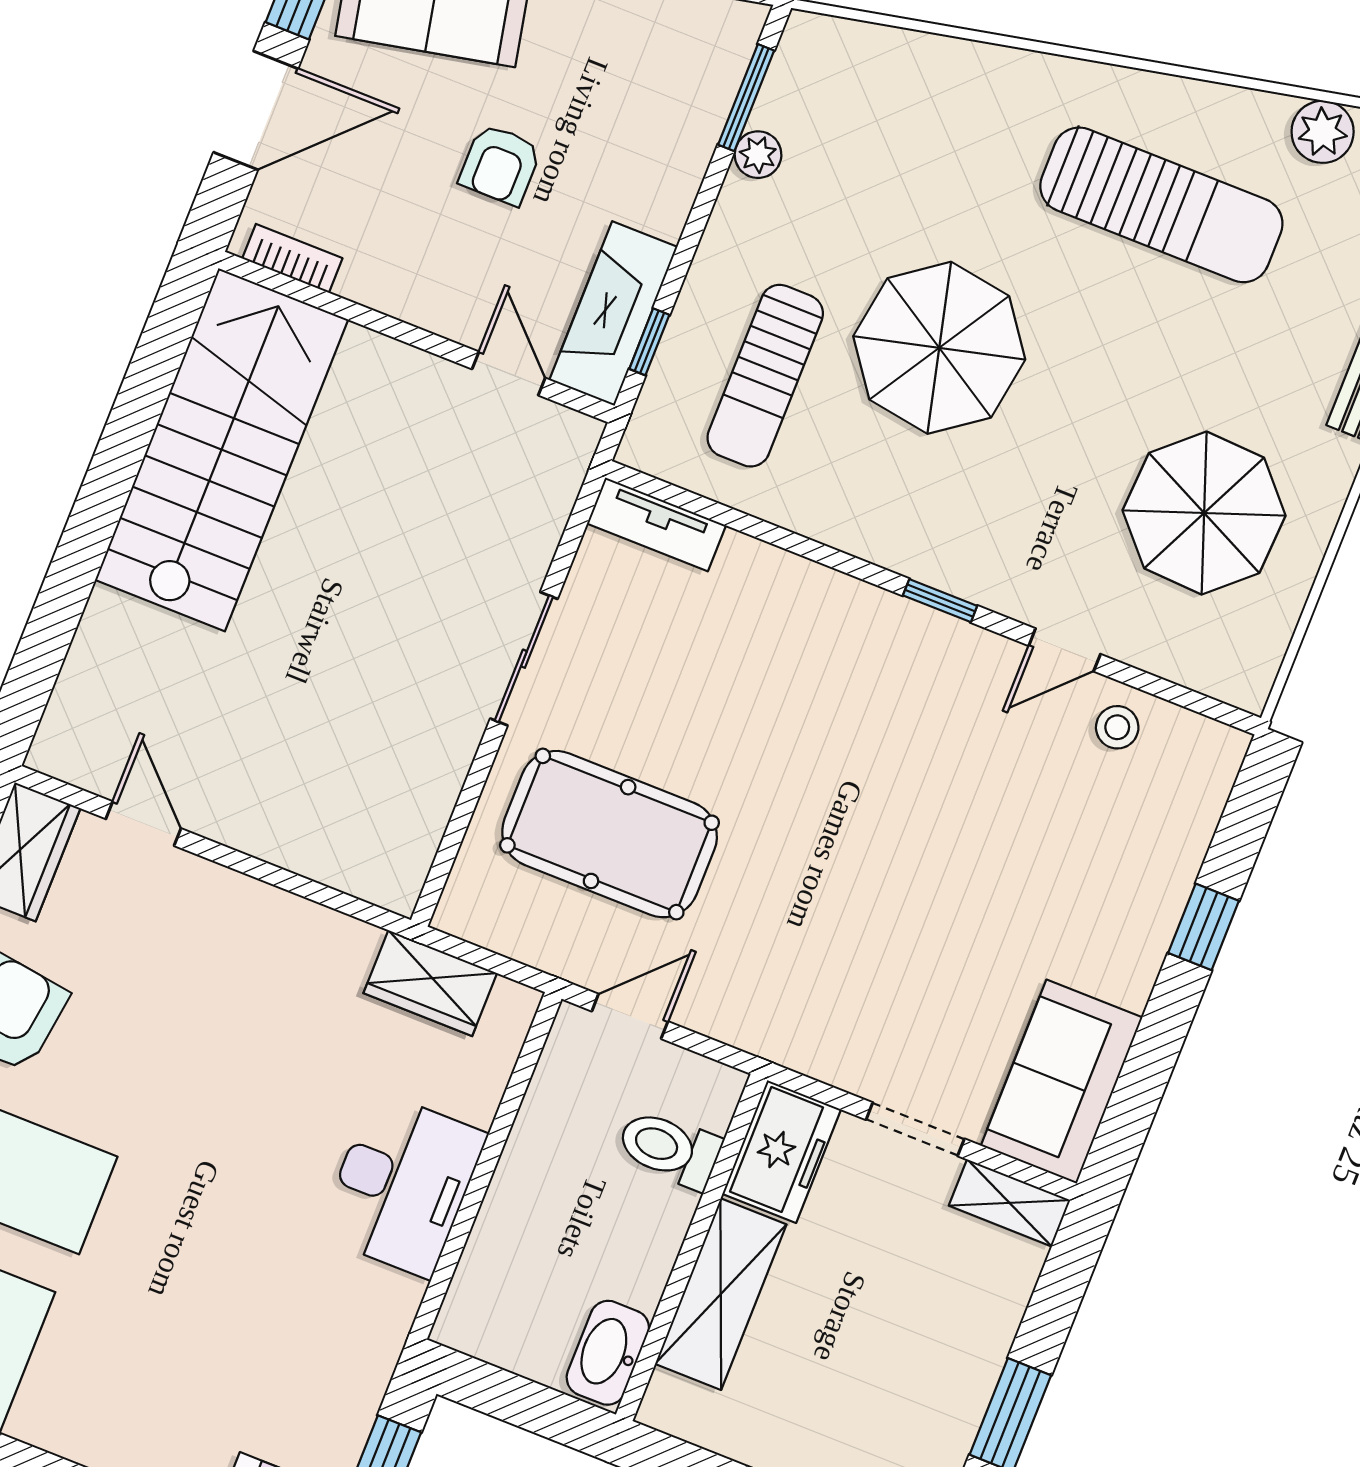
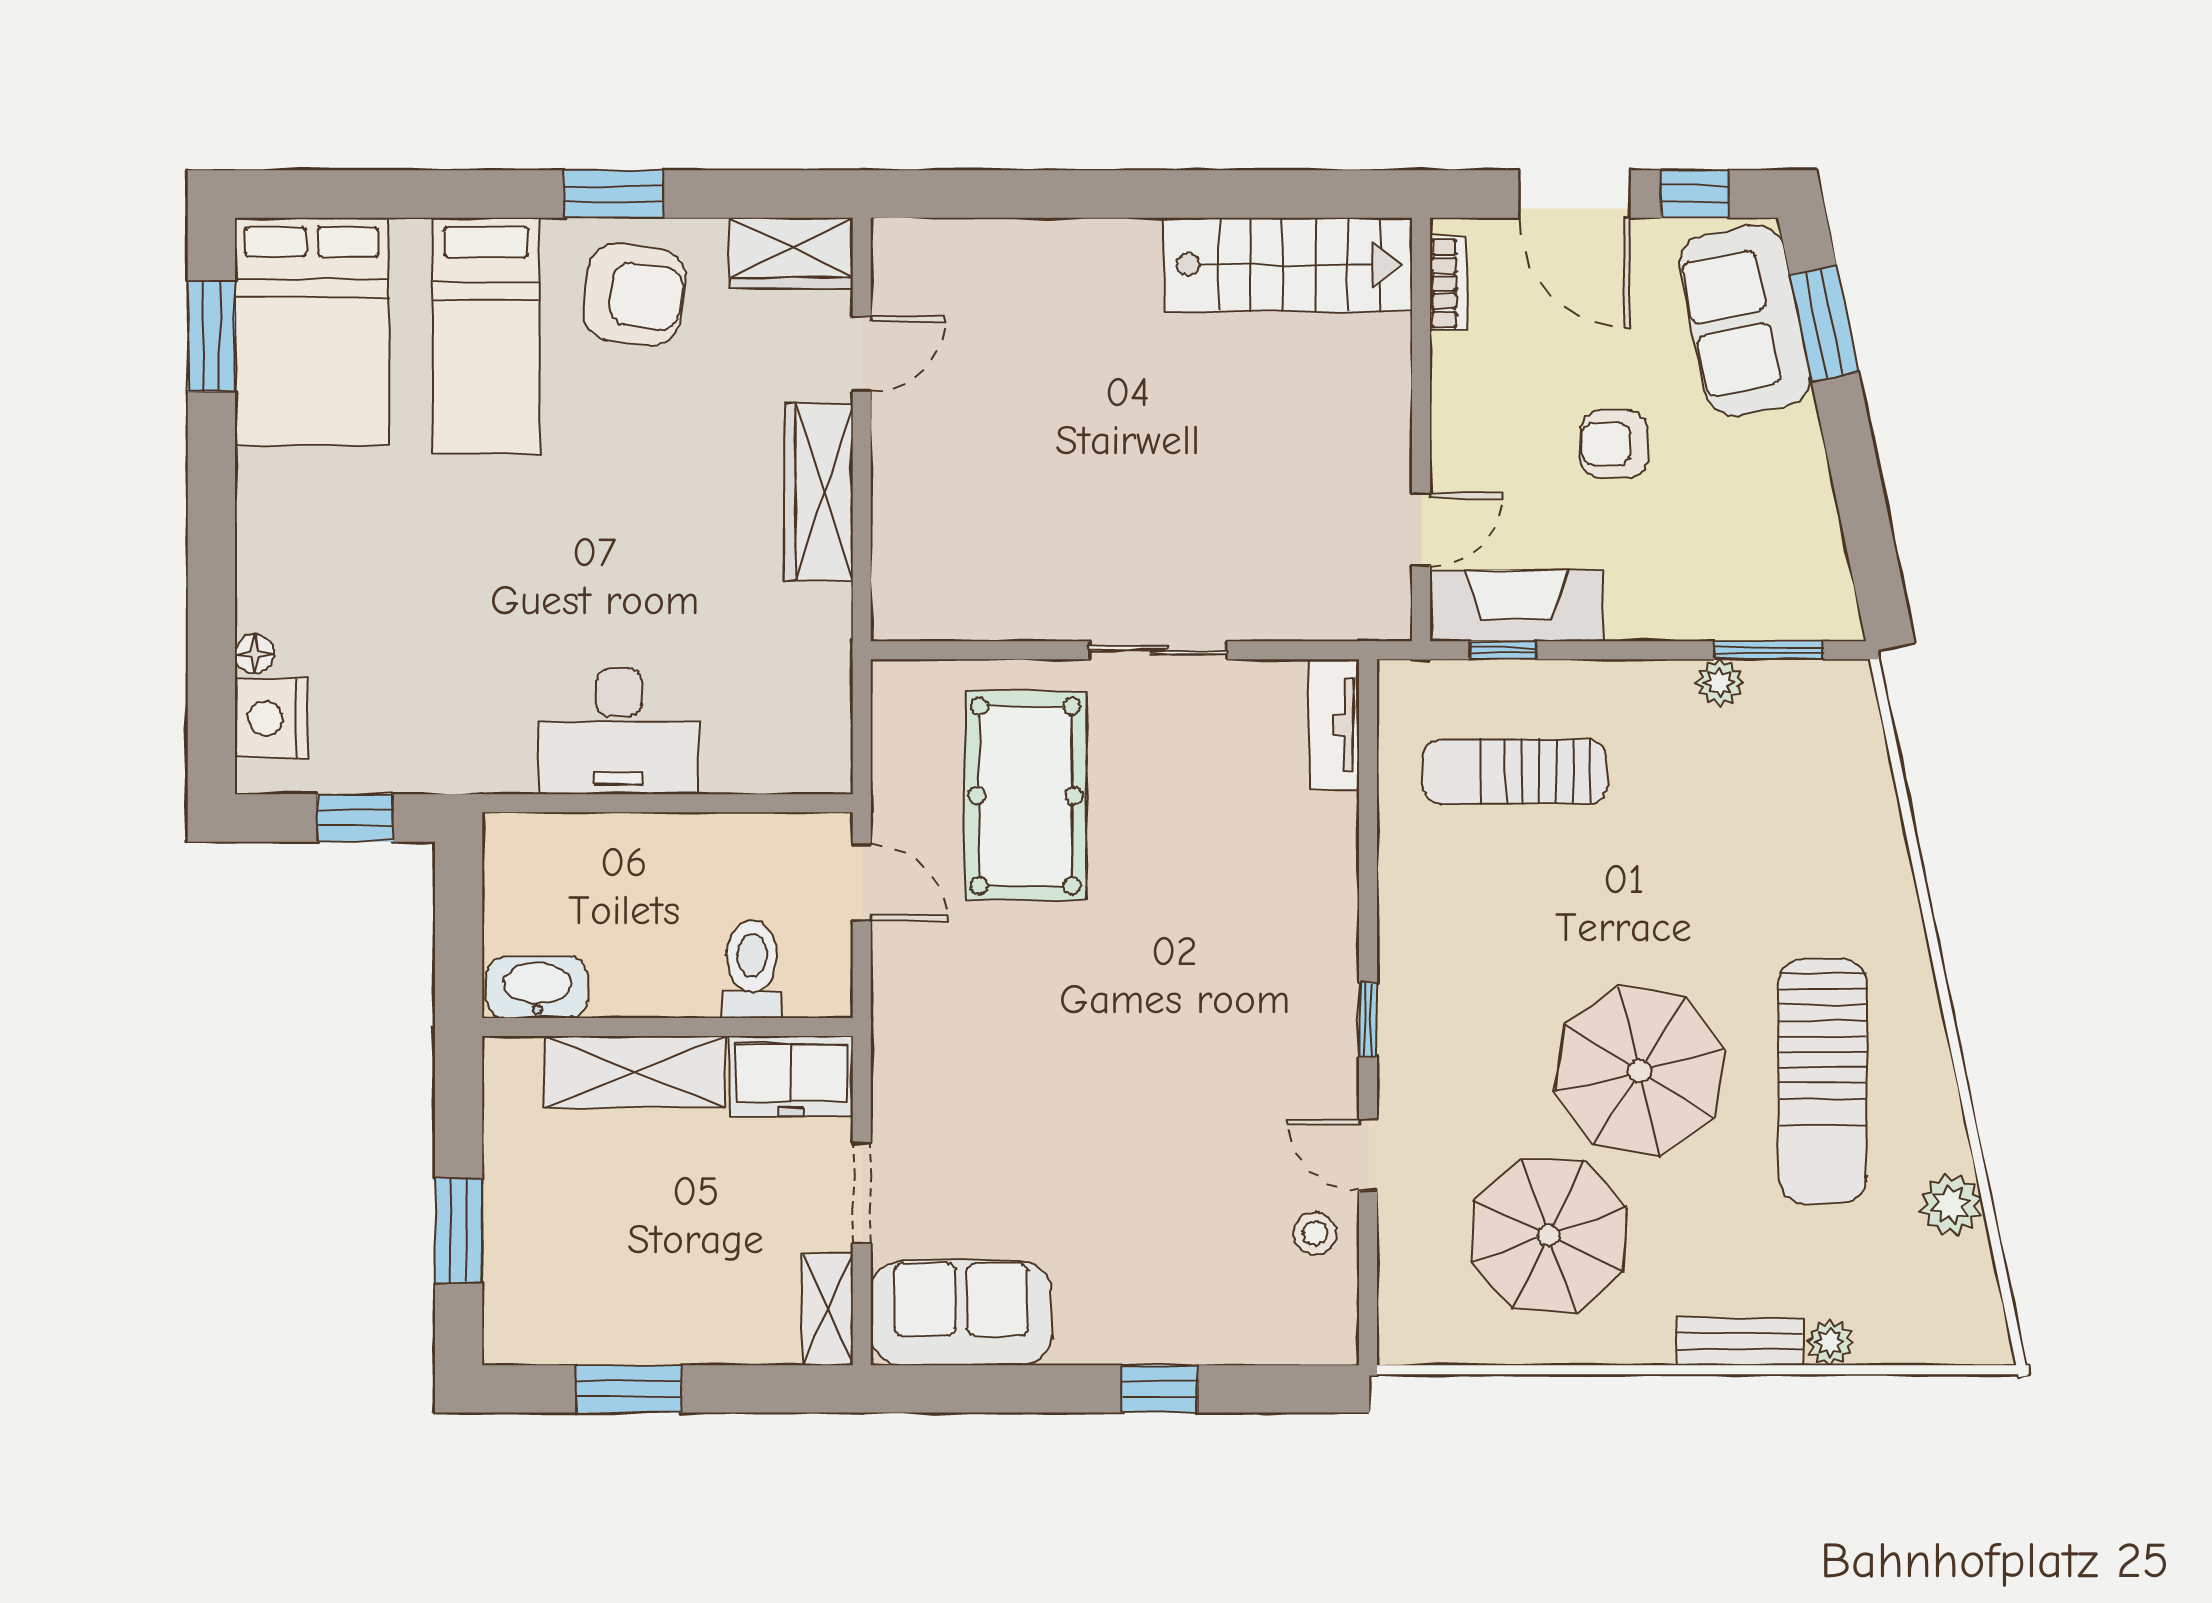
parasol: (939, 348) -> (1640, 1071), moved
stairs: (222, 450) -> (1288, 264), width x0.73, depth x0.66
wardrobe: (430, 983) -> (819, 492), moved, width x1.50

